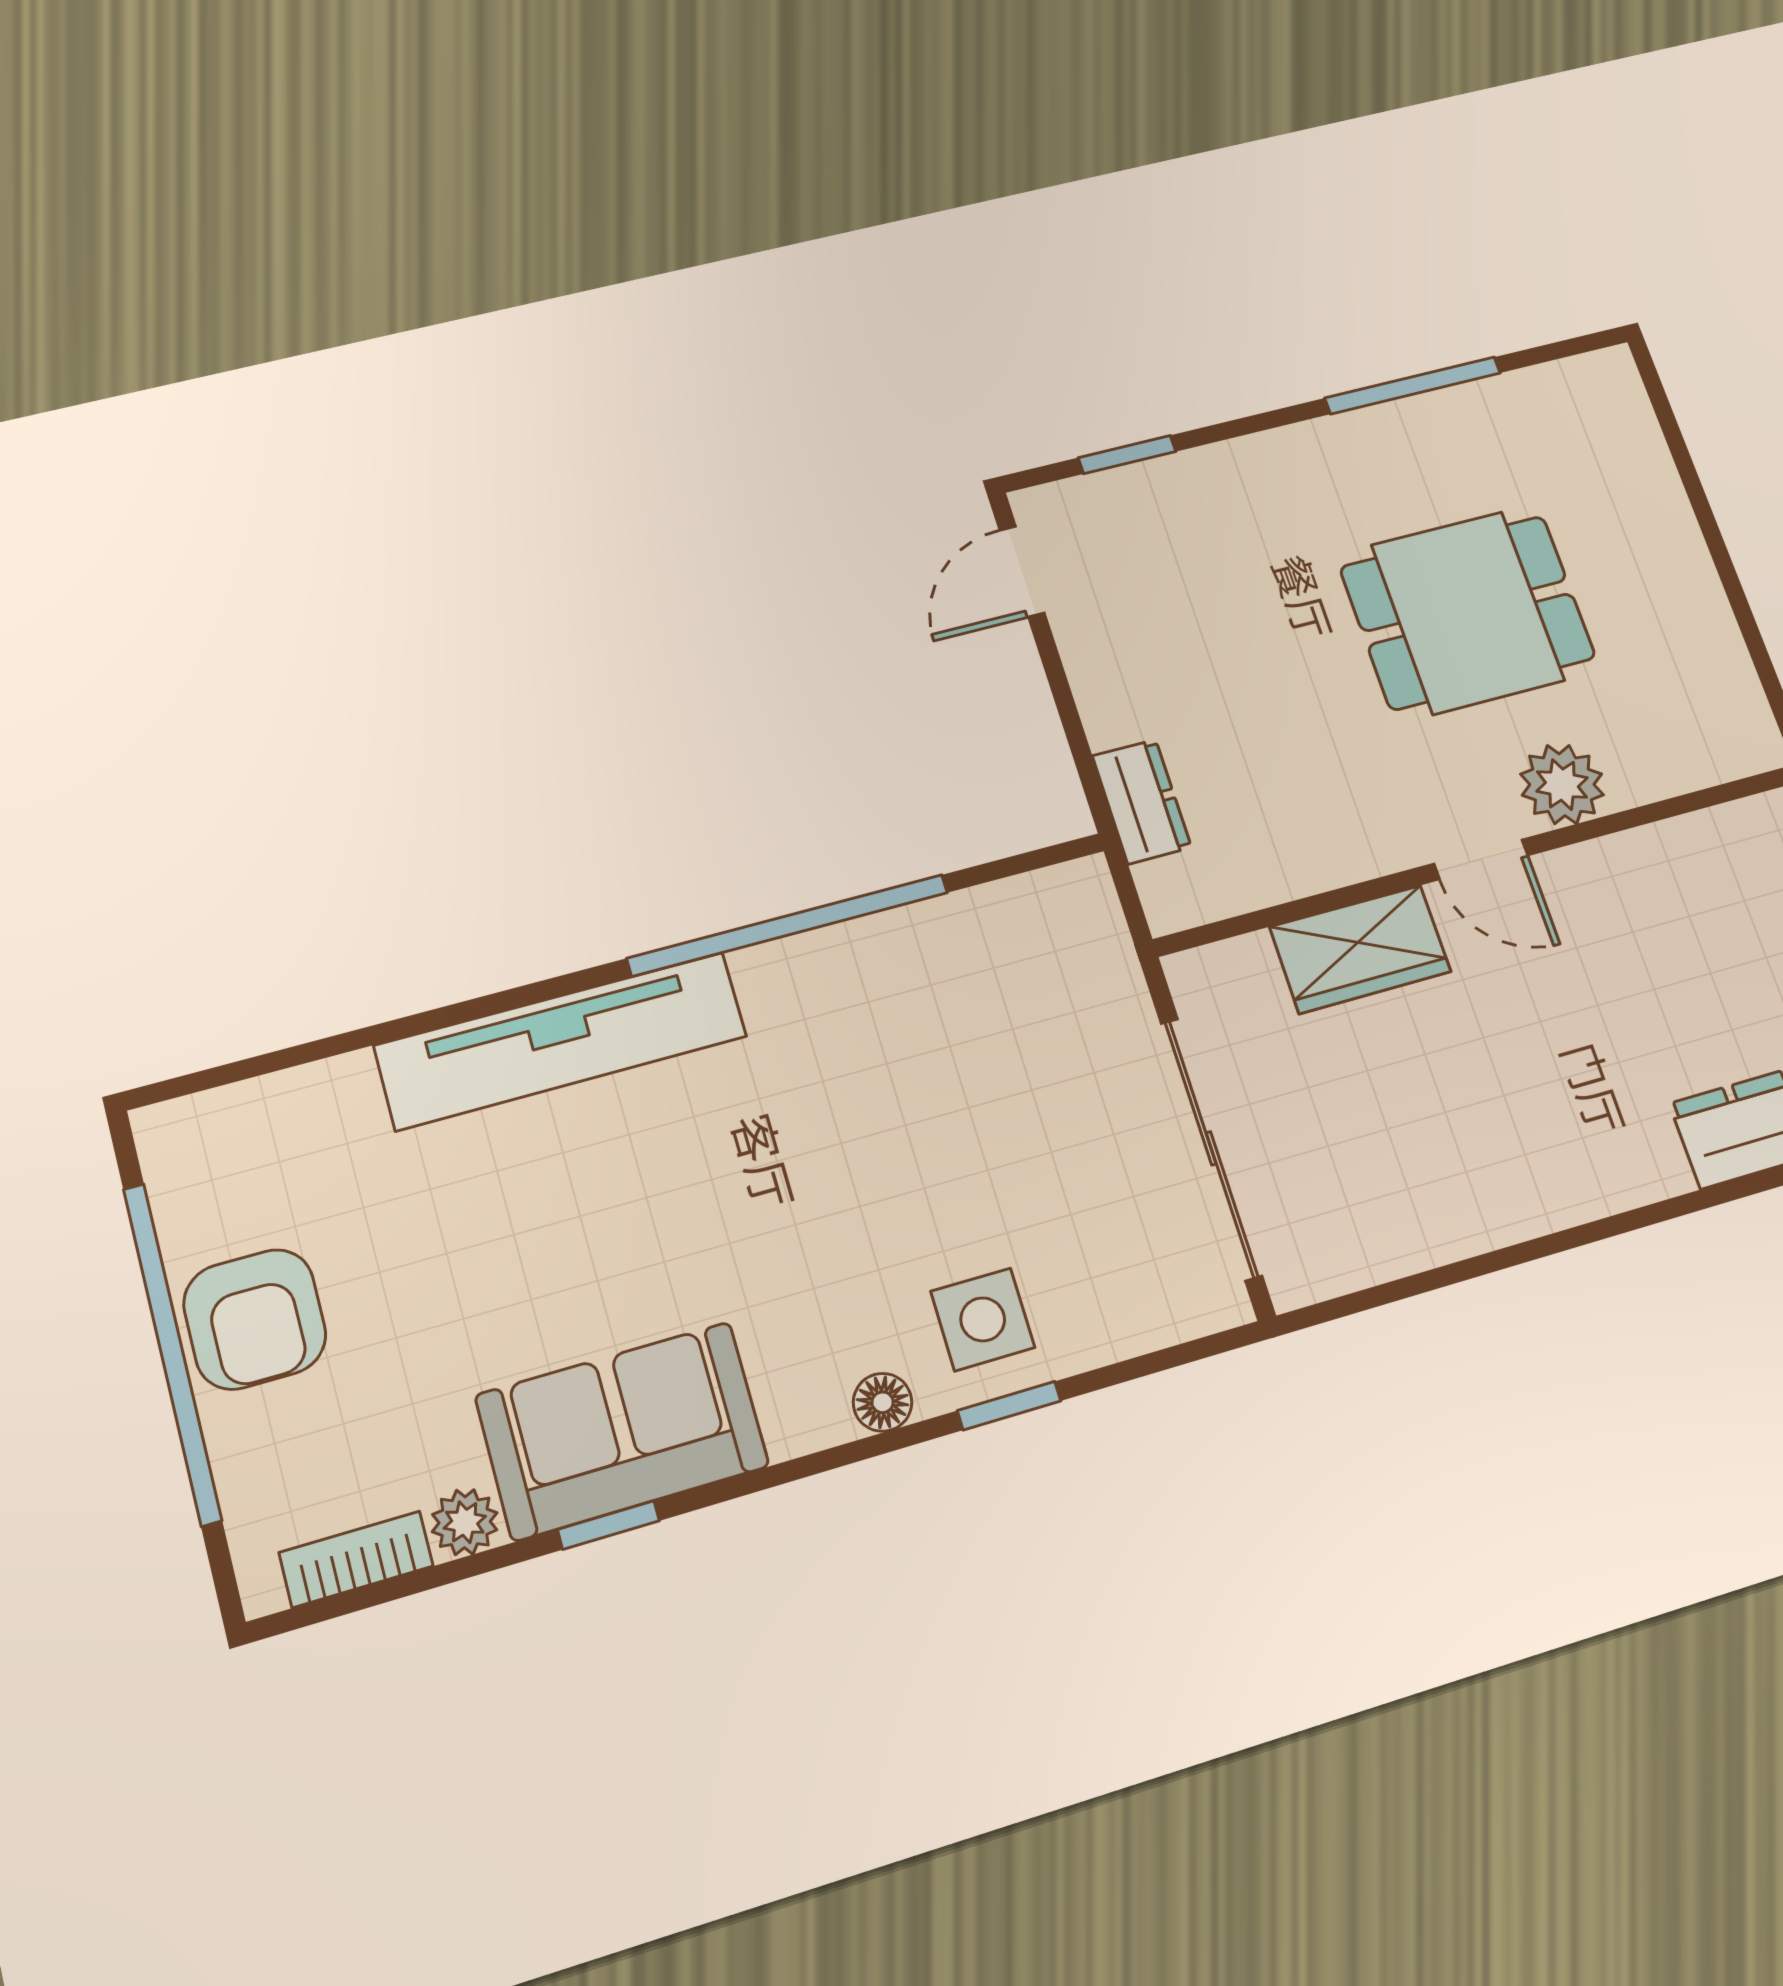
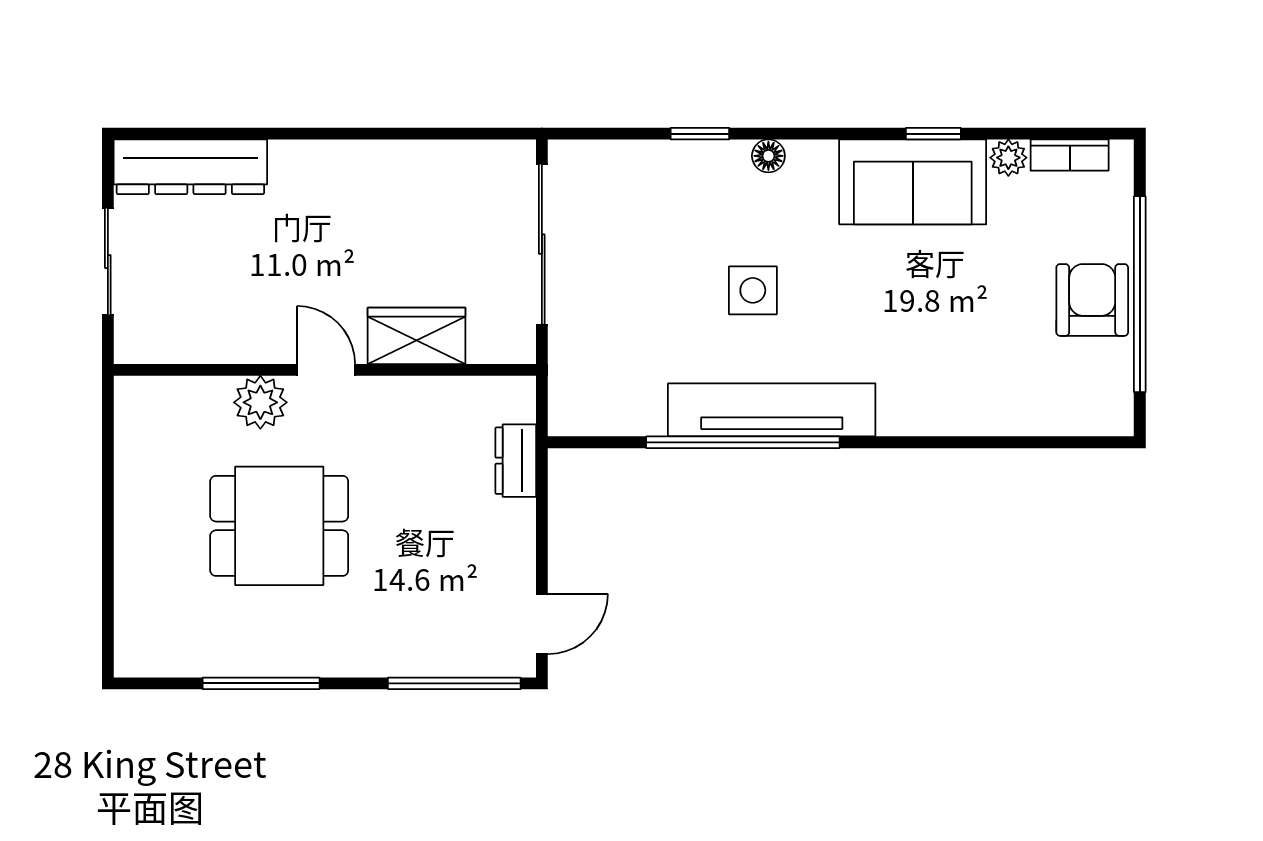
window: (1127, 455) -> (454, 683), width x2.17
tv unit: (561, 1041) -> (772, 410), moved
side table: (983, 1319) -> (753, 290), moved

